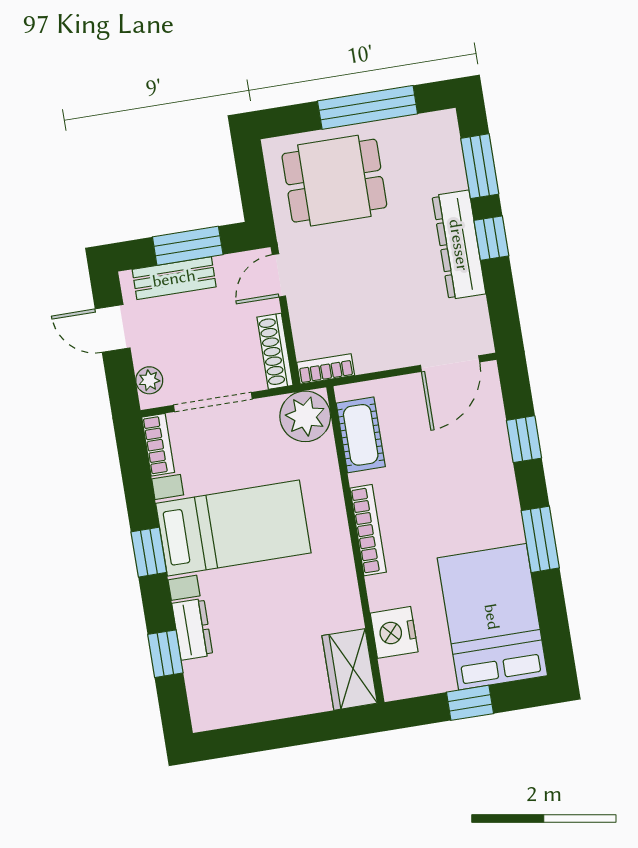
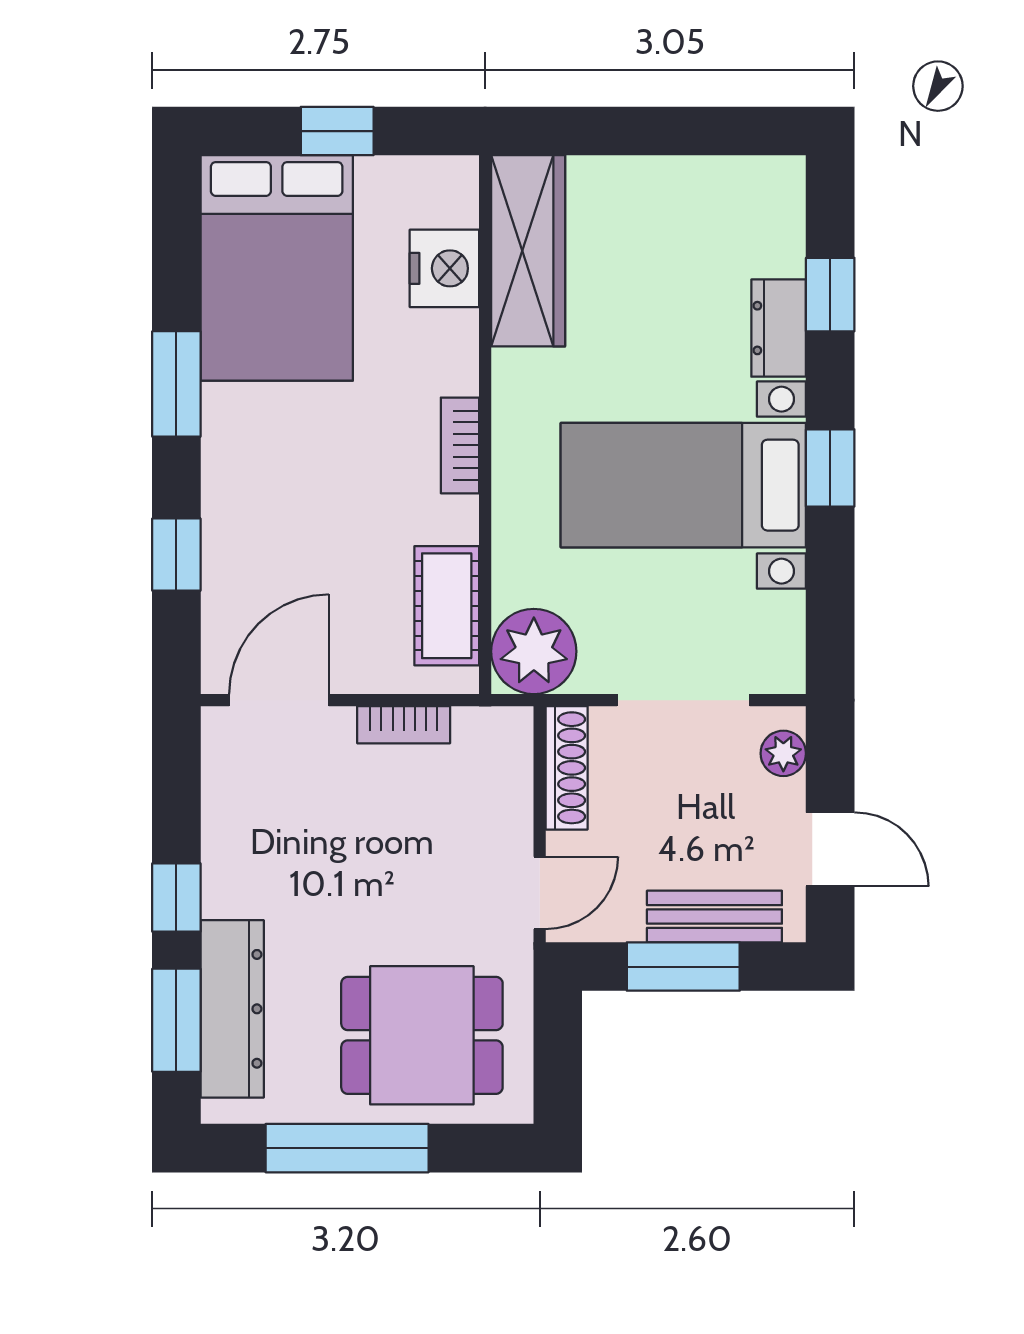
dresser: (459, 245) -> (232, 1009), moved
bookcase: (326, 369) -> (404, 725), moved
bookcase: (158, 445) -> (786, 644), removed
bookcase: (368, 530) -> (460, 445), width x0.64
wardrobe: (350, 669) -> (528, 251), width x1.50

